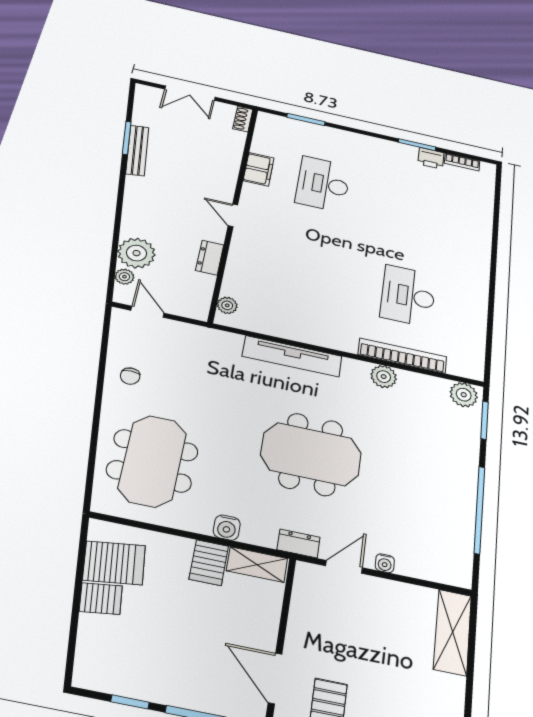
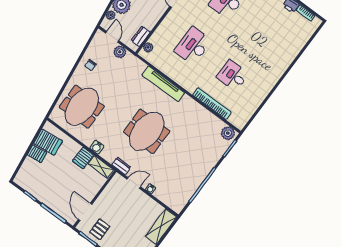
dresser: (210, 258) -> (141, 36), moved
desk: (308, 274) -> (193, 46), added
desk: (408, 296) -> (233, 75), width x0.73
plant: (384, 377) -> (120, 52), moved
meeting table: (311, 454) -> (147, 131), turned 90

